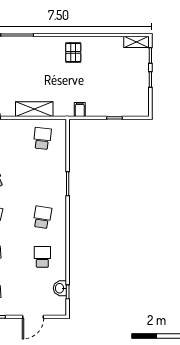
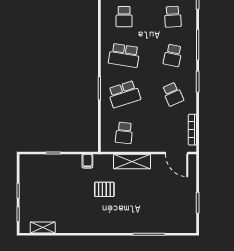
shelving: (136, 42) -> (43, 227), moved
pallet: (73, 52) -> (104, 189), moved, turned 90
school desk: (42, 178) -> (124, 94), added
school desk: (42, 217) -> (124, 55), width x1.85

